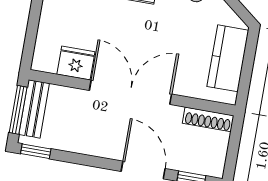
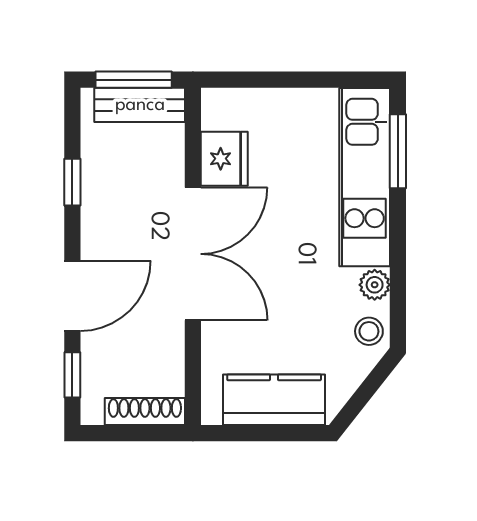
shoe rack: (208, 119) -> (145, 412), moved, turned 90
window: (36, 151) -> (72, 182), moved

